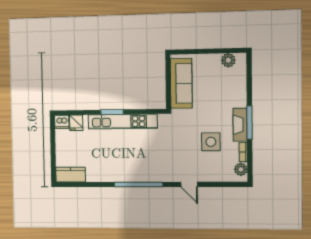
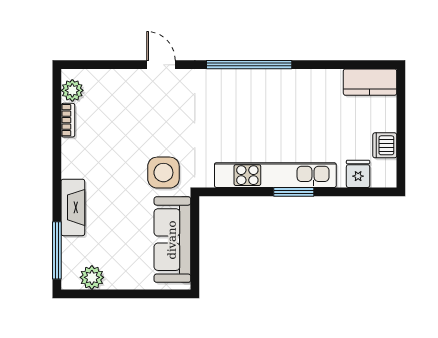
dishwasher: (62, 122) -> (385, 145), moved, turned -90
window: (250, 122) -> (57, 250), moved
fireplace: (240, 125) -> (73, 207), moved
side table: (211, 142) -> (163, 173), moved

